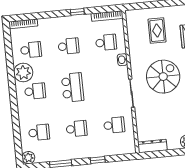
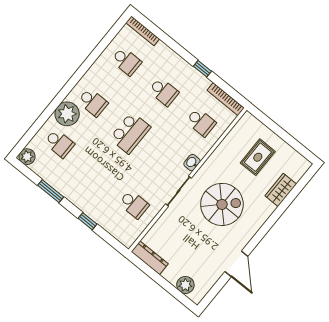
washbasin: (122, 60) -> (192, 163), moved
plant: (23, 73) -> (67, 114), moved
school desk: (77, 129) -> (97, 174), removed

